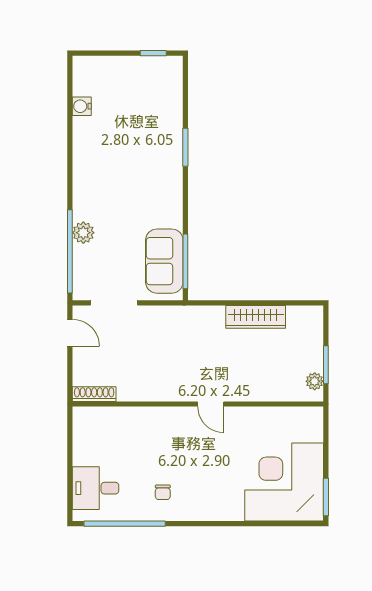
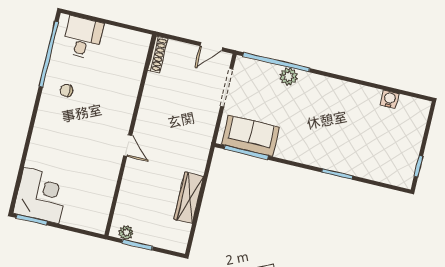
door: (211, 404) -> (128, 145), swing flipped
corner desk: (284, 482) -> (41, 195), width x0.74, depth x0.74

